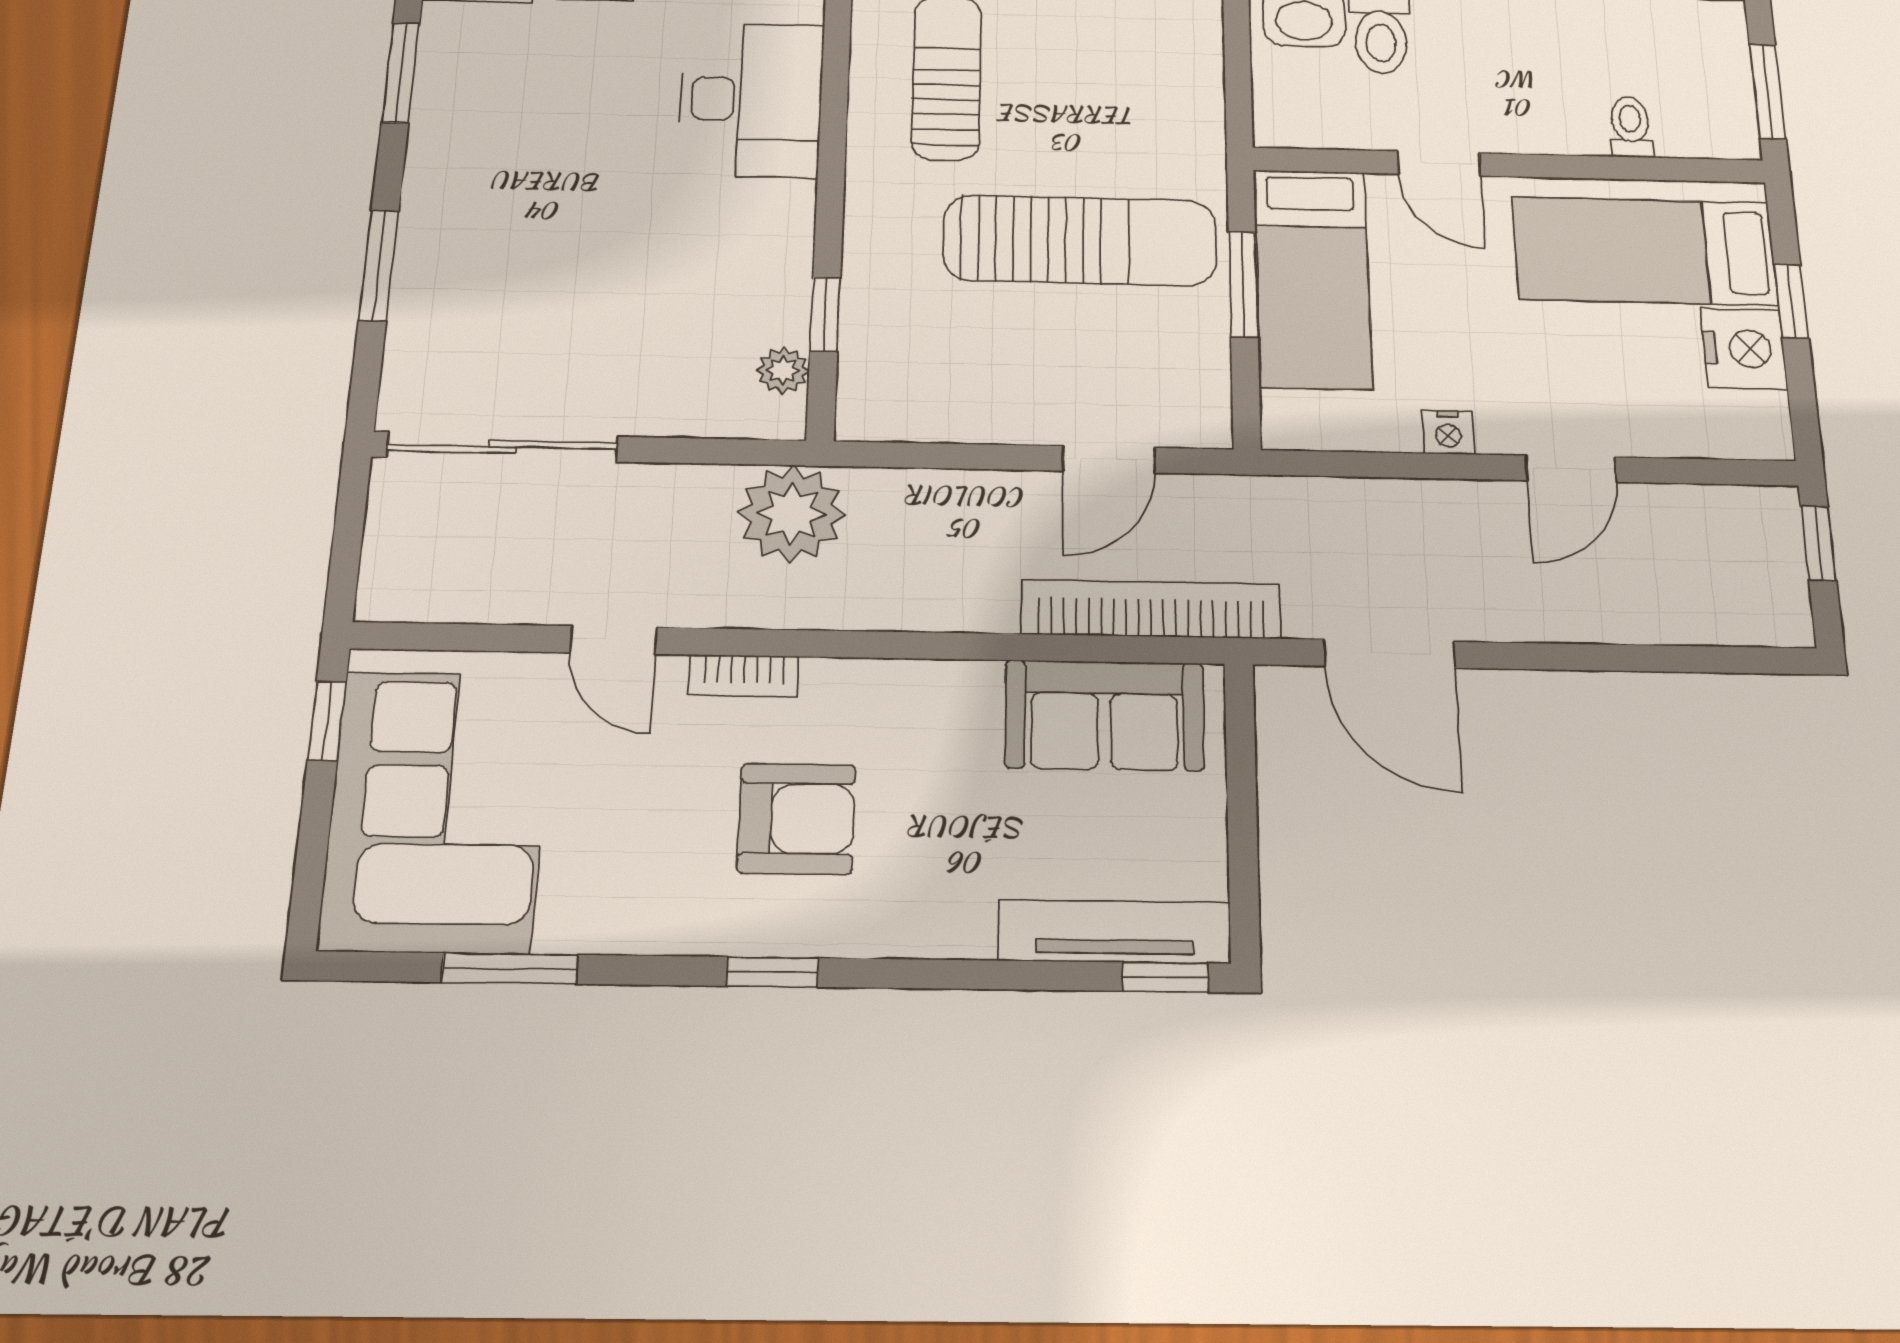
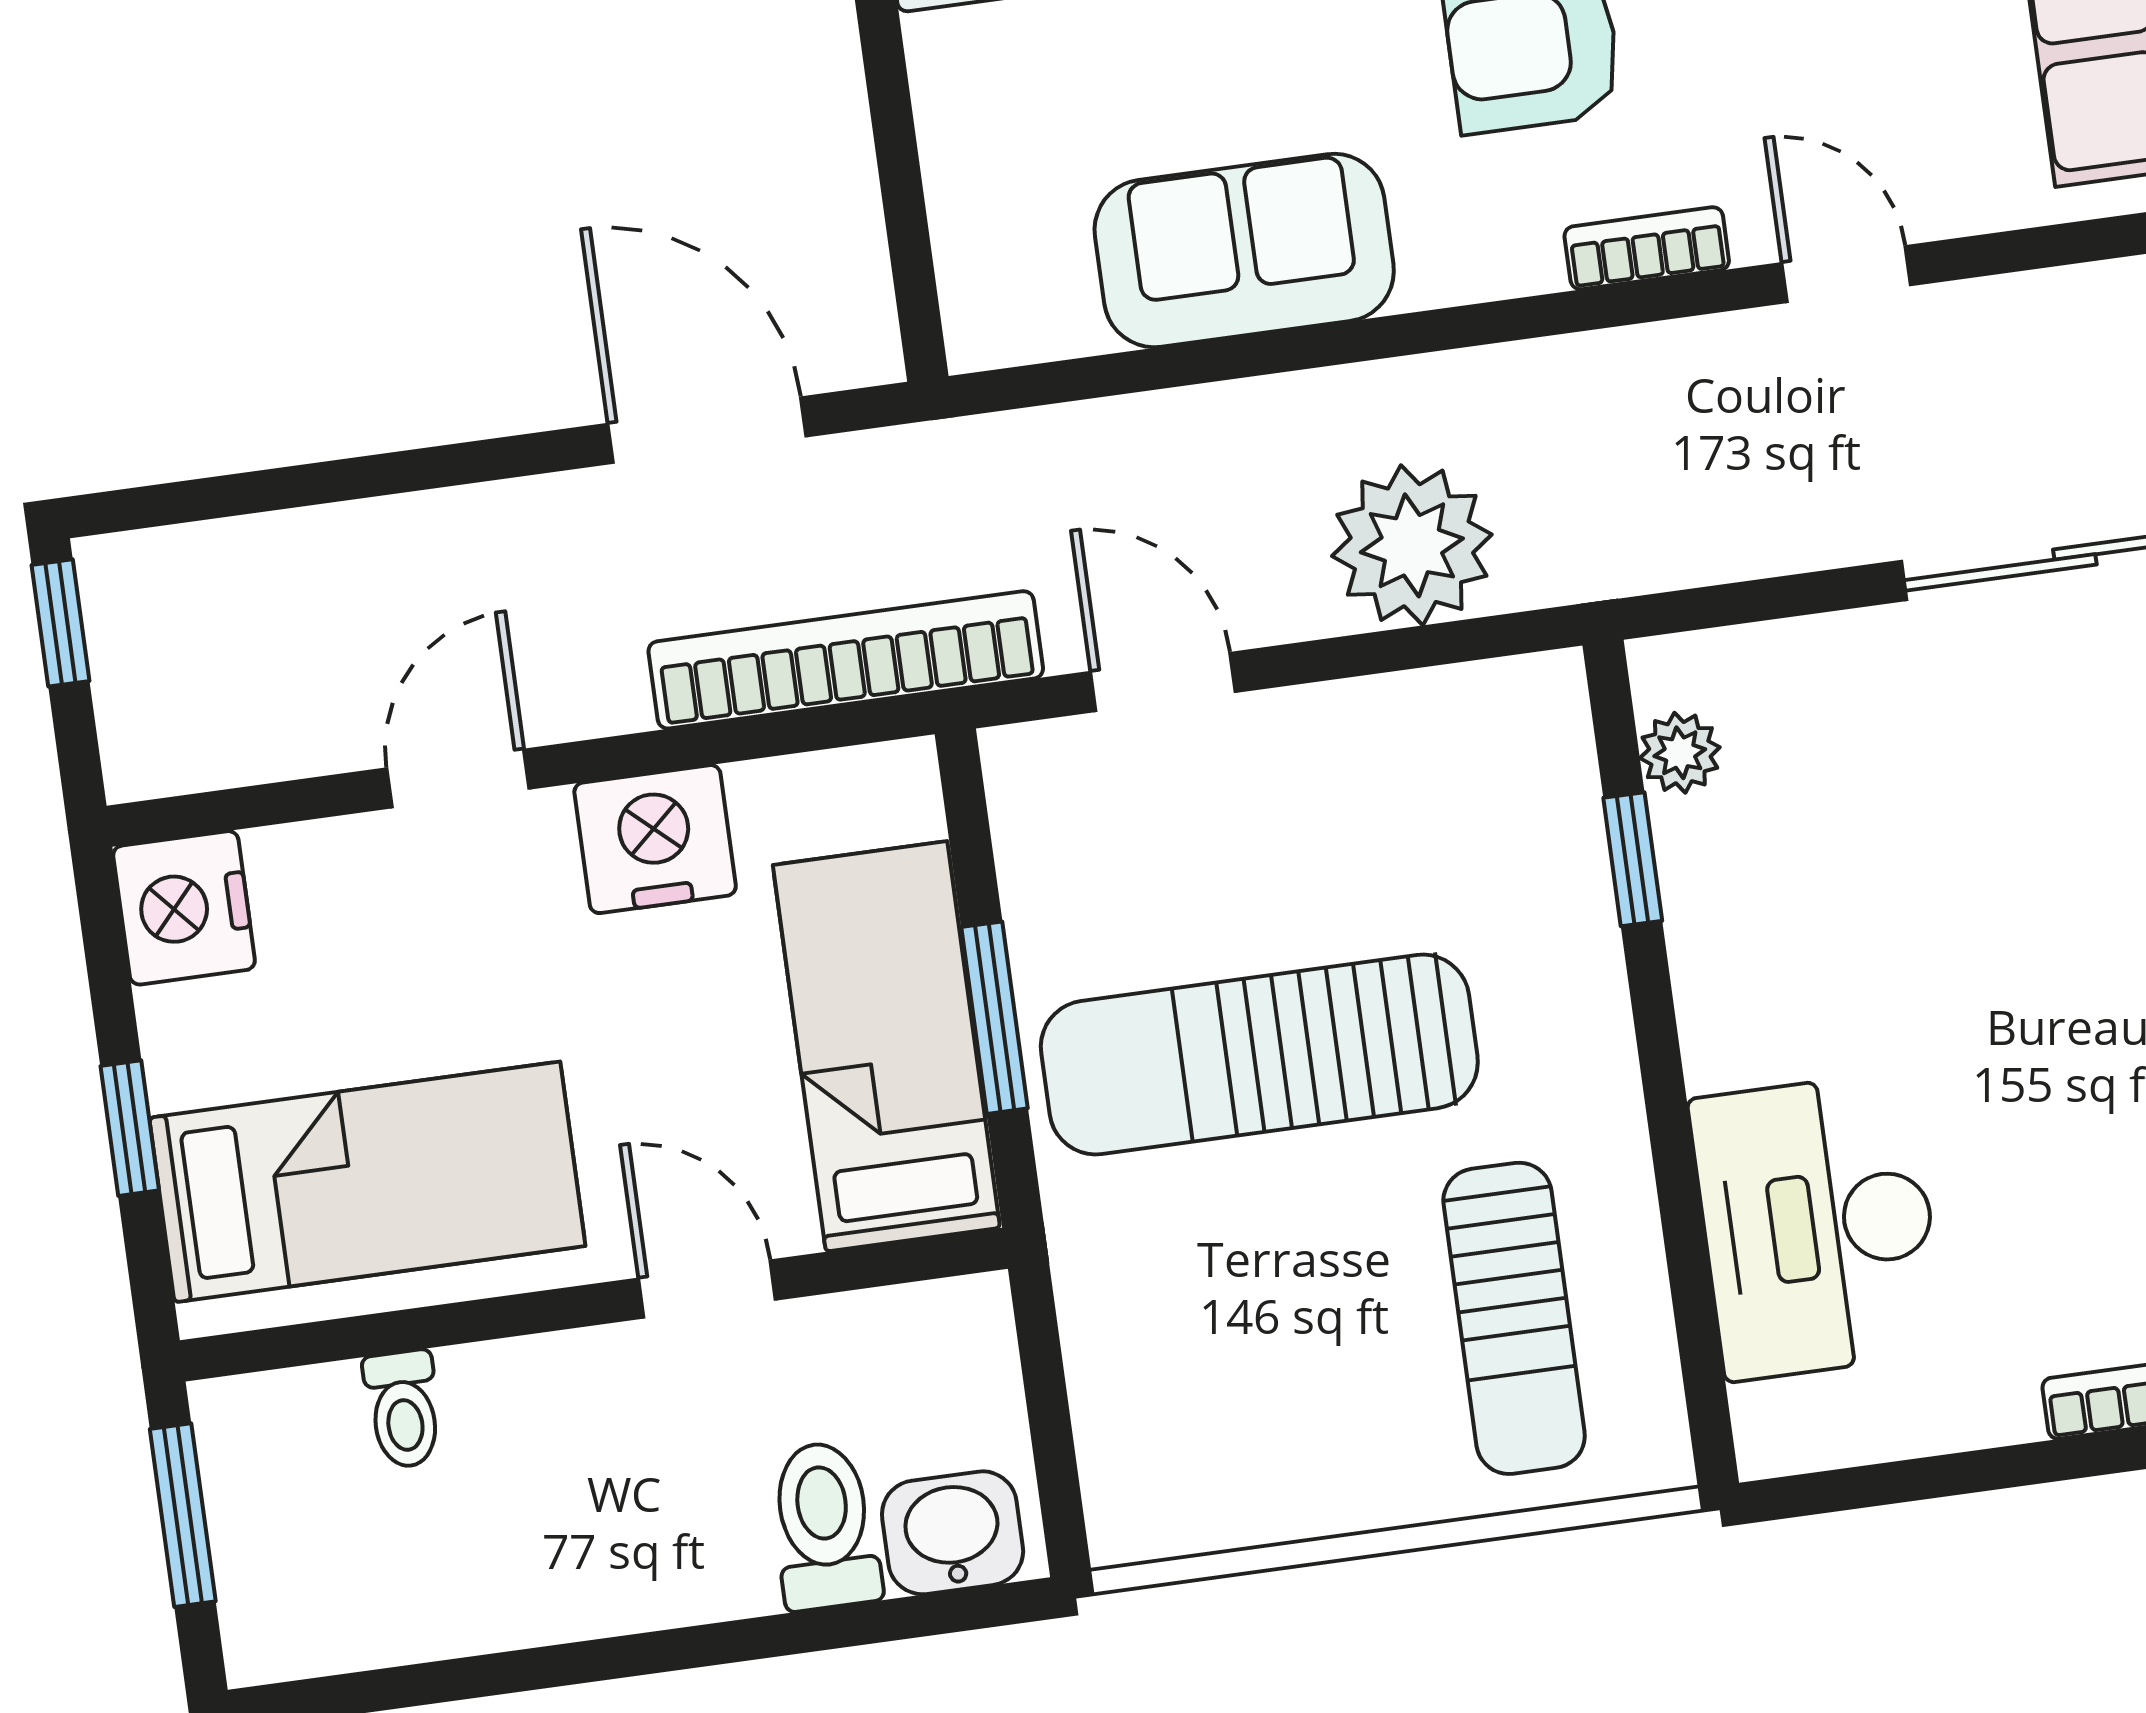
nightstand: (1744, 348) -> (184, 908), moved
nightstand: (1448, 433) -> (655, 839), width x1.89, depth x1.79
door: (1109, 459) -> (1163, 682), hinge flipped
plant: (792, 514) -> (1412, 545), moved
window: (1818, 543) -> (61, 623), moved
bookcase: (1151, 609) -> (846, 660), moved, turned 180
sofa: (1104, 715) -> (1244, 250), moved

